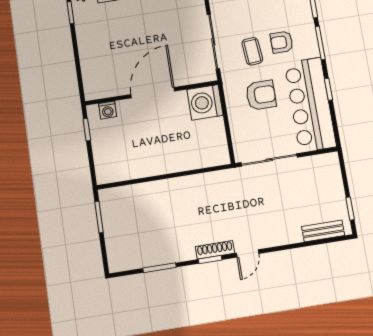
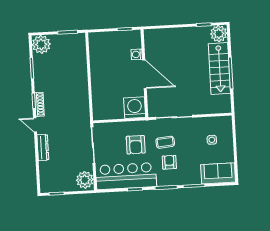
washing machine: (108, 110) -> (137, 54), moved
plant: (324, 167) -> (85, 180), added
bench: (323, 231) -> (44, 175), removed
dresser: (281, 237) -> (43, 147), added
plant: (121, 257) -> (41, 44), added

